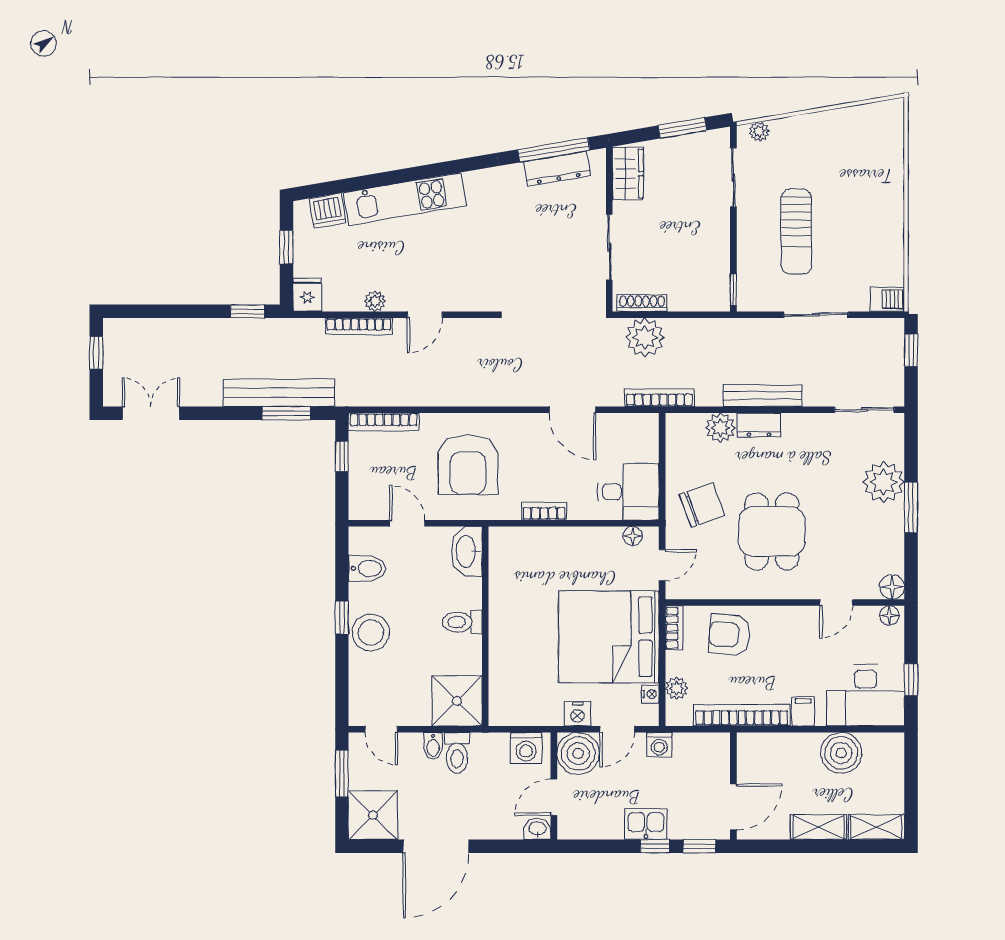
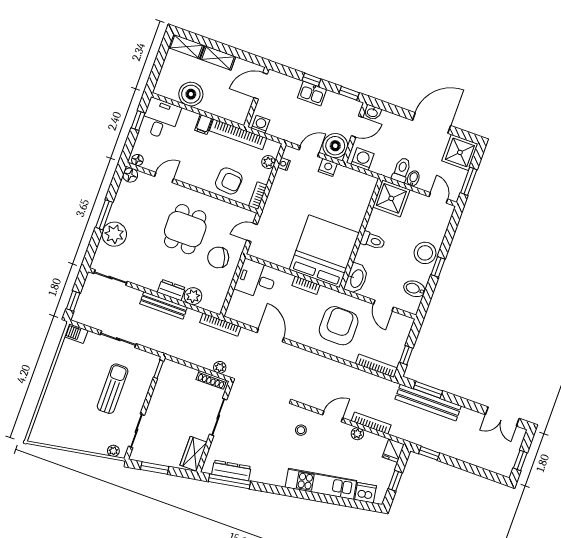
stool: (468, 274) -> (301, 430), added
plant: (645, 337) -> (220, 367), width x0.53, depth x0.53
floor lamp: (633, 536) -> (262, 254), removed
bed: (609, 637) -> (324, 251), moved, turned -90
desk: (866, 696) -> (160, 119), width x0.73
washing machine: (659, 745) -> (261, 124), moved
window: (699, 846) -> (349, 93), moved

